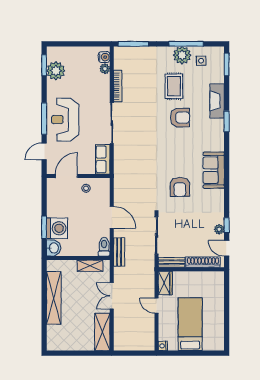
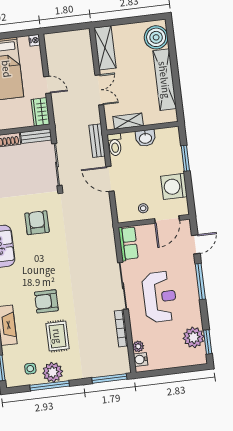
reception desk: (65, 120) -> (160, 297), moved
washing machine: (57, 228) -> (174, 186), moved
washbasin: (54, 248) -> (145, 138), moved, turned -90
boiler: (57, 336) -> (156, 37), added

